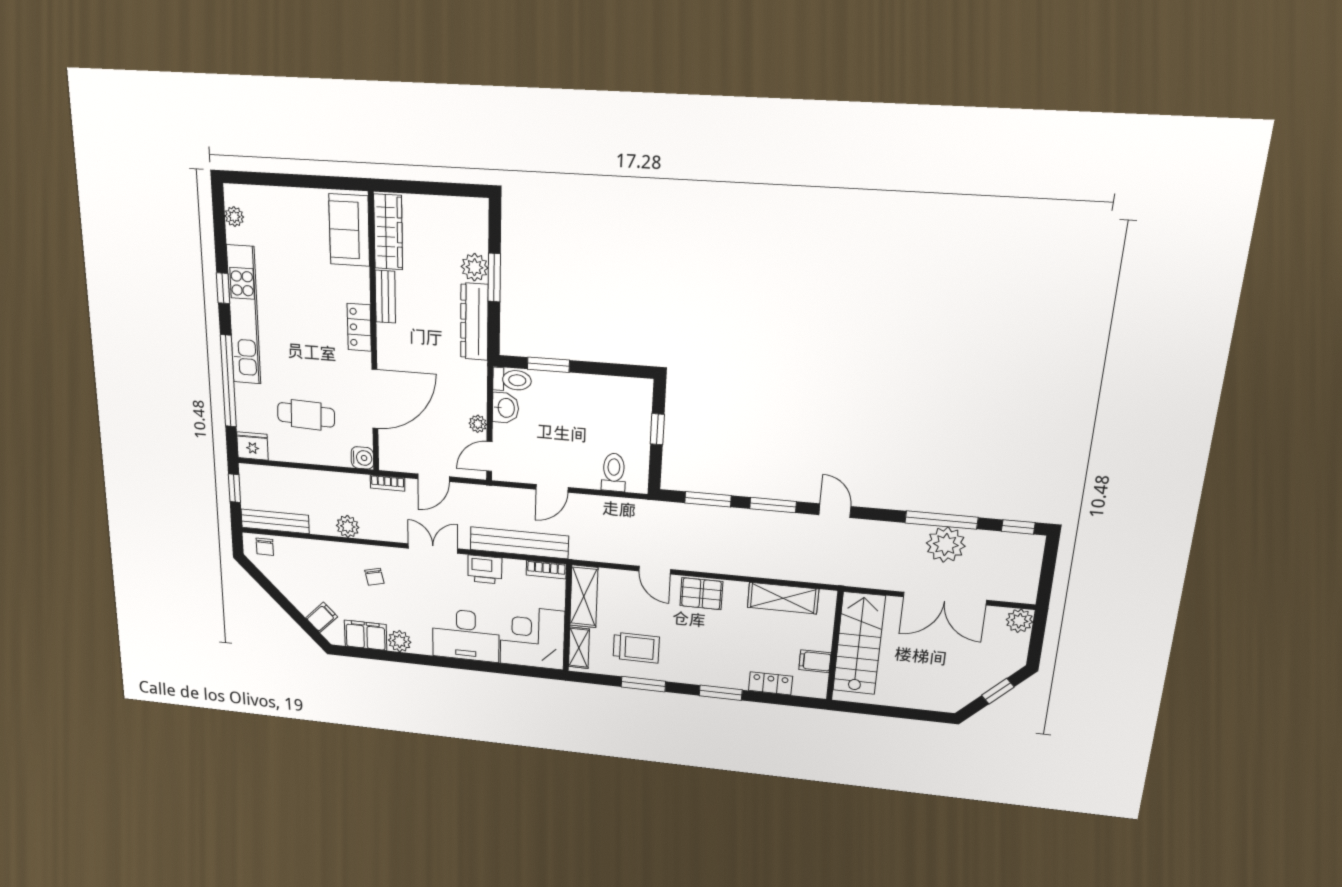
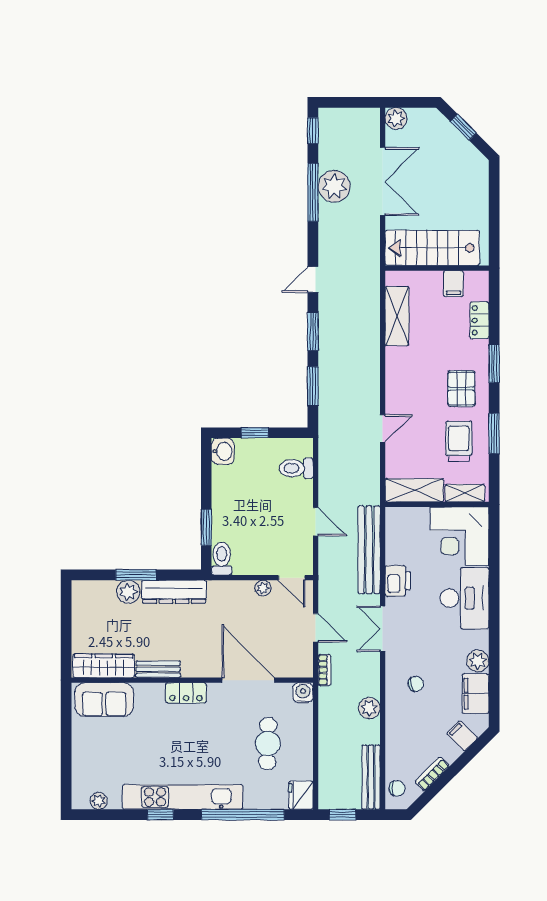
washbasin: (505, 408) -> (223, 451), moved, turned 90
bookcase: (546, 570) -> (432, 774), moved, turned -135
pallet: (701, 594) -> (461, 389), moved

